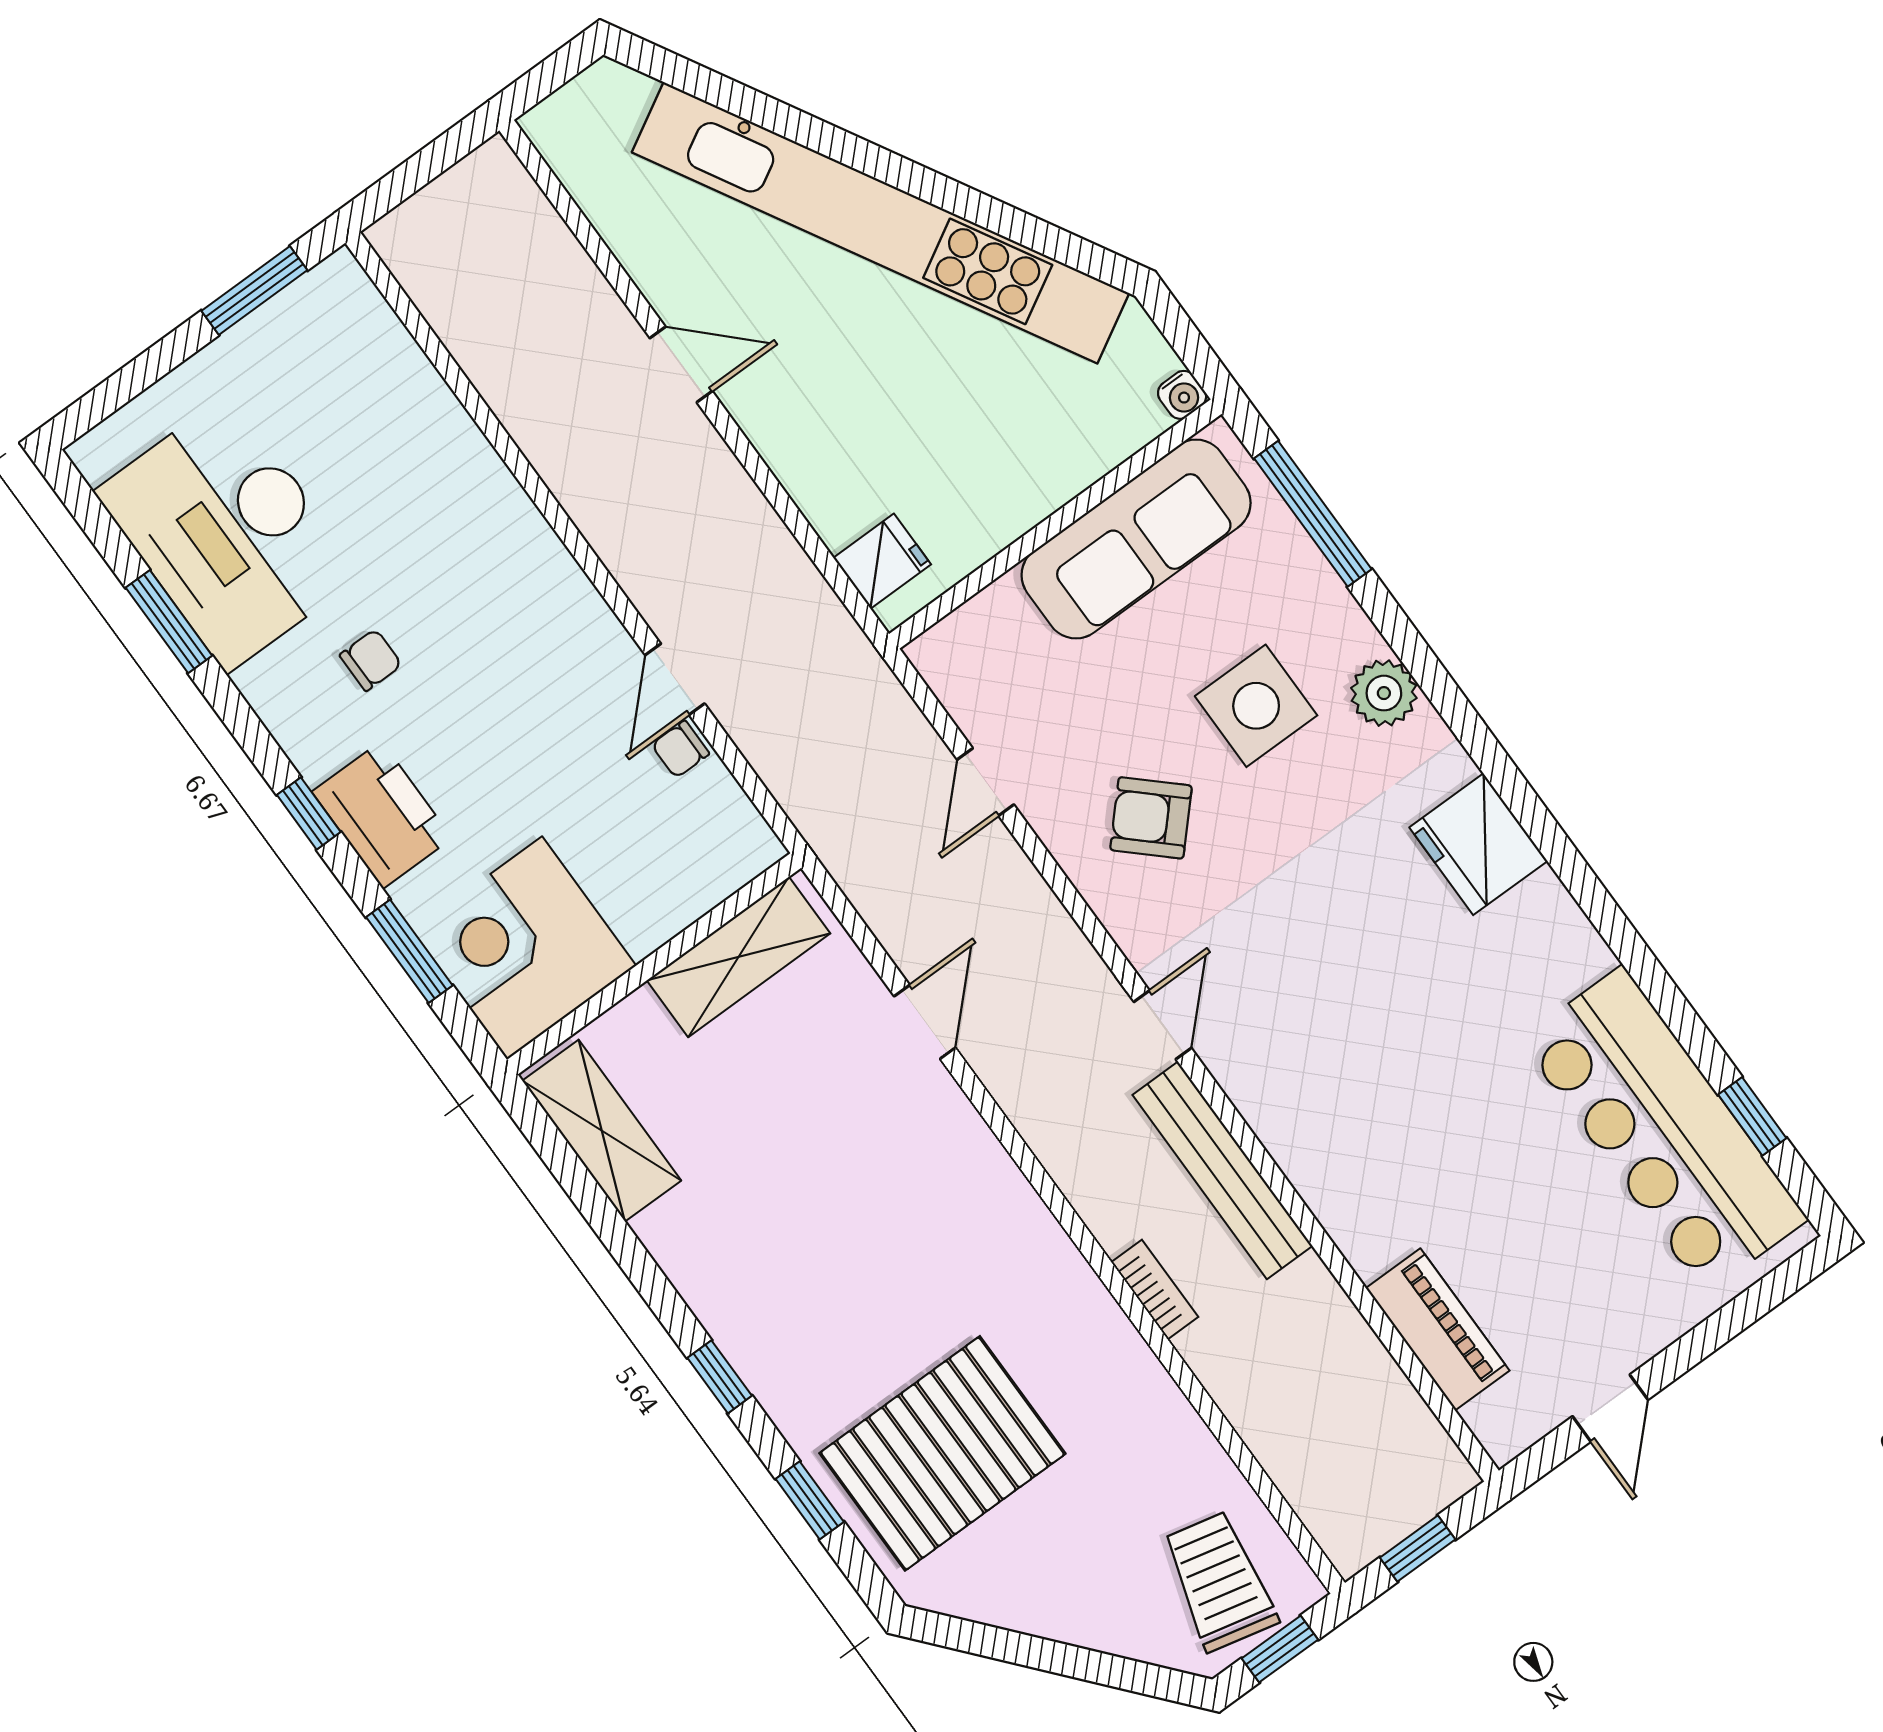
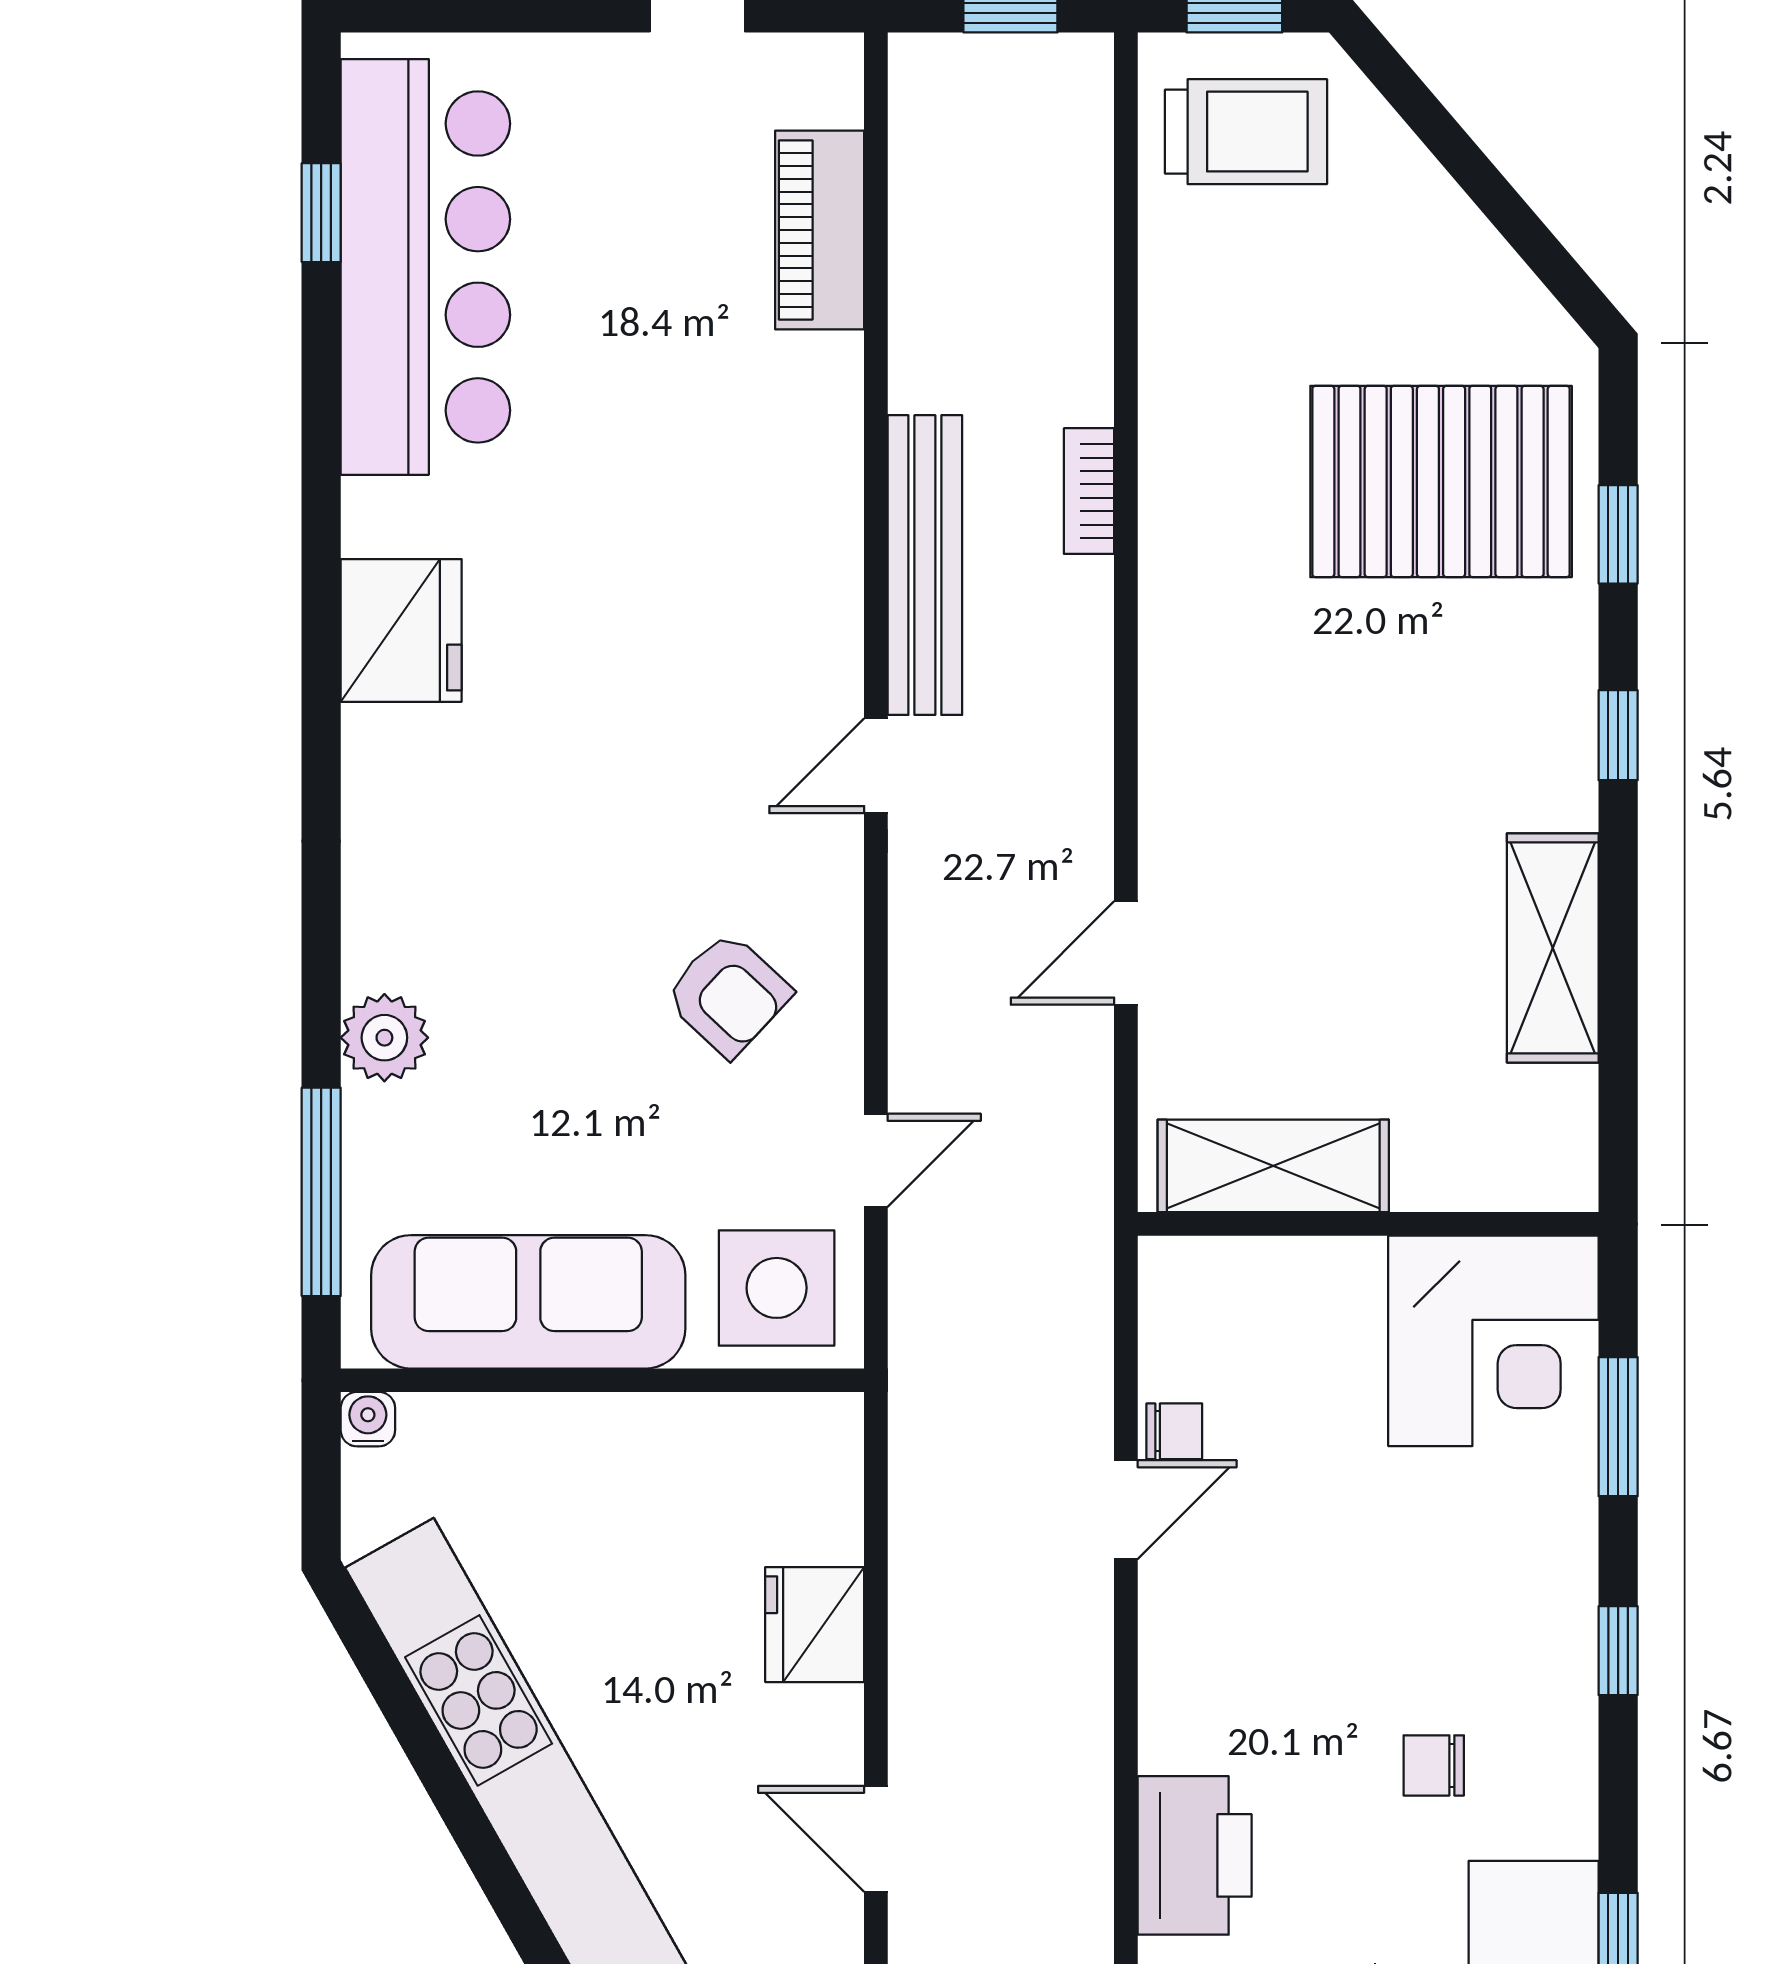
fridge: (882, 561) -> (815, 1625), moved, width x1.38
plant: (1384, 693) -> (384, 1038), moved
side table: (1256, 706) -> (777, 1288), moved
printer: (382, 815) -> (1195, 1855), moved, turned 180
fridge: (1478, 844) -> (401, 630), moved
shelving: (602, 1131) -> (1553, 948), moved
trolley: (1219, 1581) -> (1246, 132), turned -103

